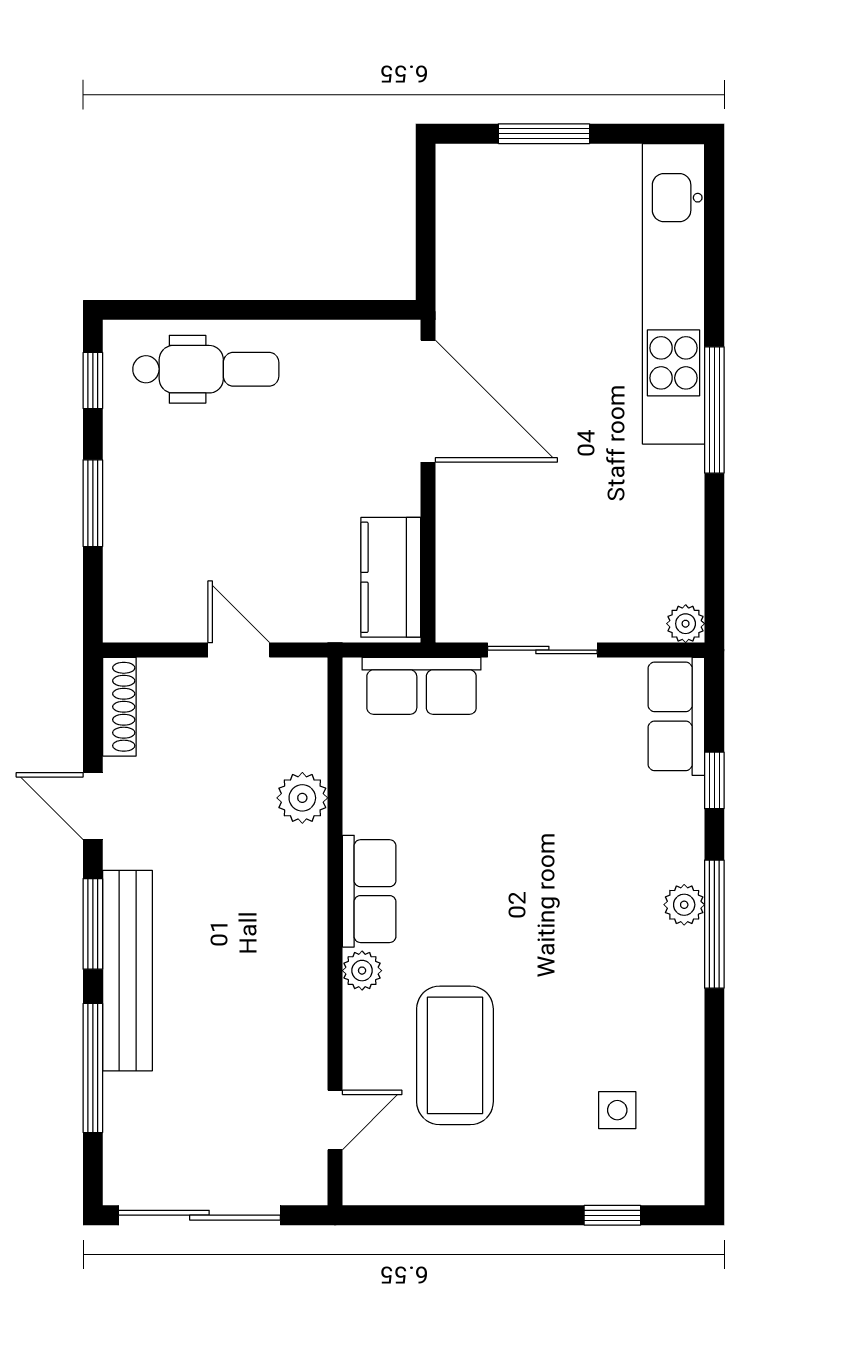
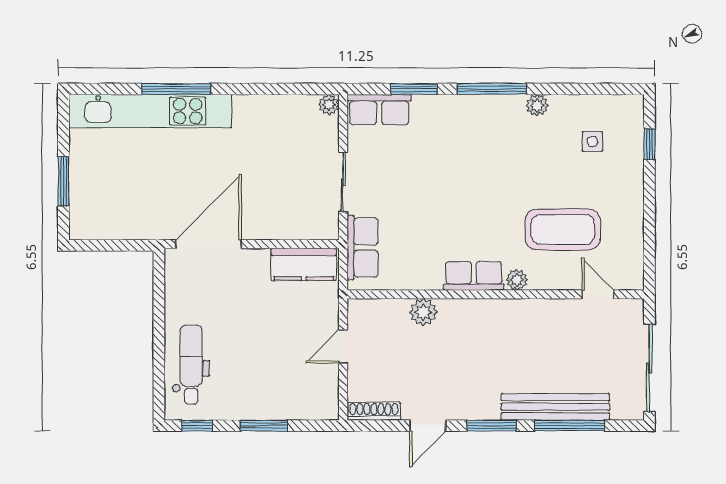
window: (714, 410) -> (176, 89), moved
window: (714, 780) -> (414, 89), width x1.50
plant: (684, 905) -> (537, 105), moved
bench: (128, 971) -> (555, 407), moved

